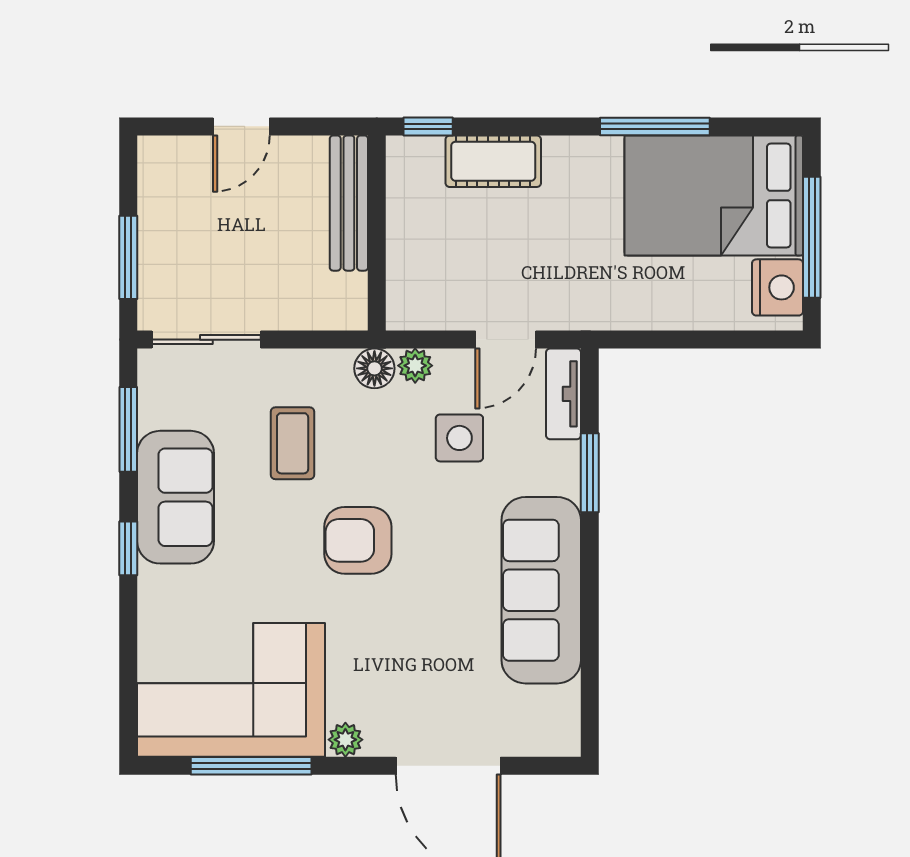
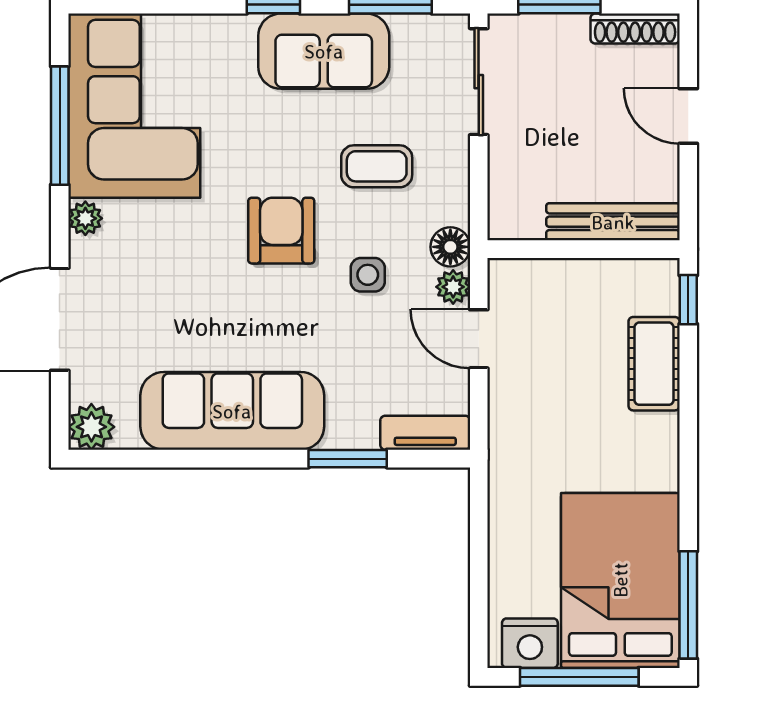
window: (655, 126) -> (688, 605), moved
shoe rack: (152, 181) -> (635, 29), added
door: (506, 340) -> (479, 339), moved
side table: (459, 438) -> (368, 275), moved, width x0.73, depth x0.73
plant: (558, 733) -> (91, 427), added

